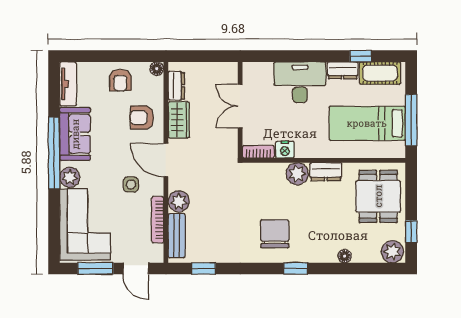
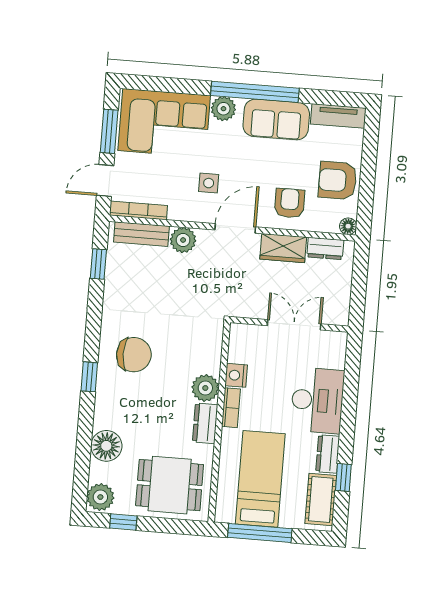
armchair: (120, 80) -> (338, 180), width x1.38, depth x1.38
bookcase: (258, 152) -> (231, 408), moved
bookcase: (158, 220) -> (138, 210), moved
floor lamp: (345, 256) -> (106, 446), width x1.89, depth x1.89

